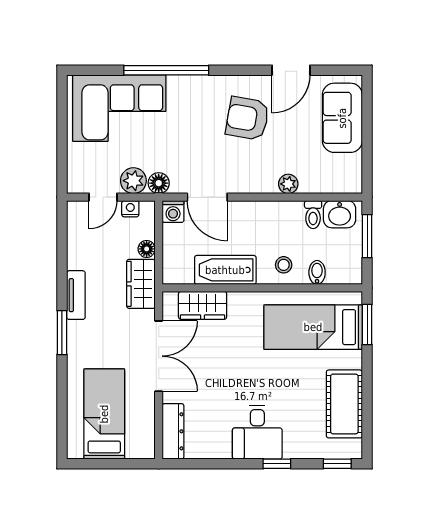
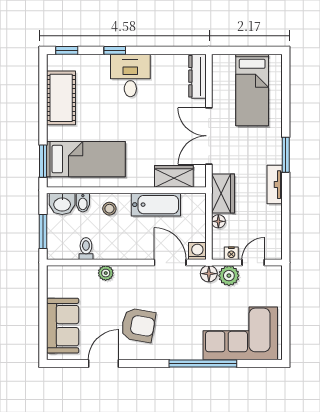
washbasin: (340, 214) -> (62, 204), moved, turned 180

